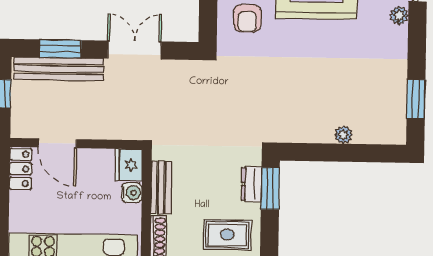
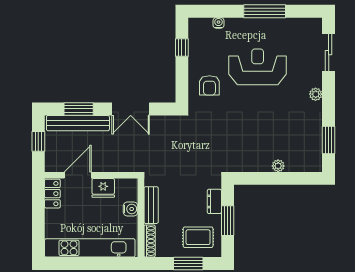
plant: (399, 16) -> (316, 94), moved
double door: (134, 50) -> (131, 109), swing flipped
door: (57, 143) -> (78, 175), swing flipped
fridge: (129, 165) -> (103, 188), moved, turned -90
window: (270, 189) -> (228, 221), moved

